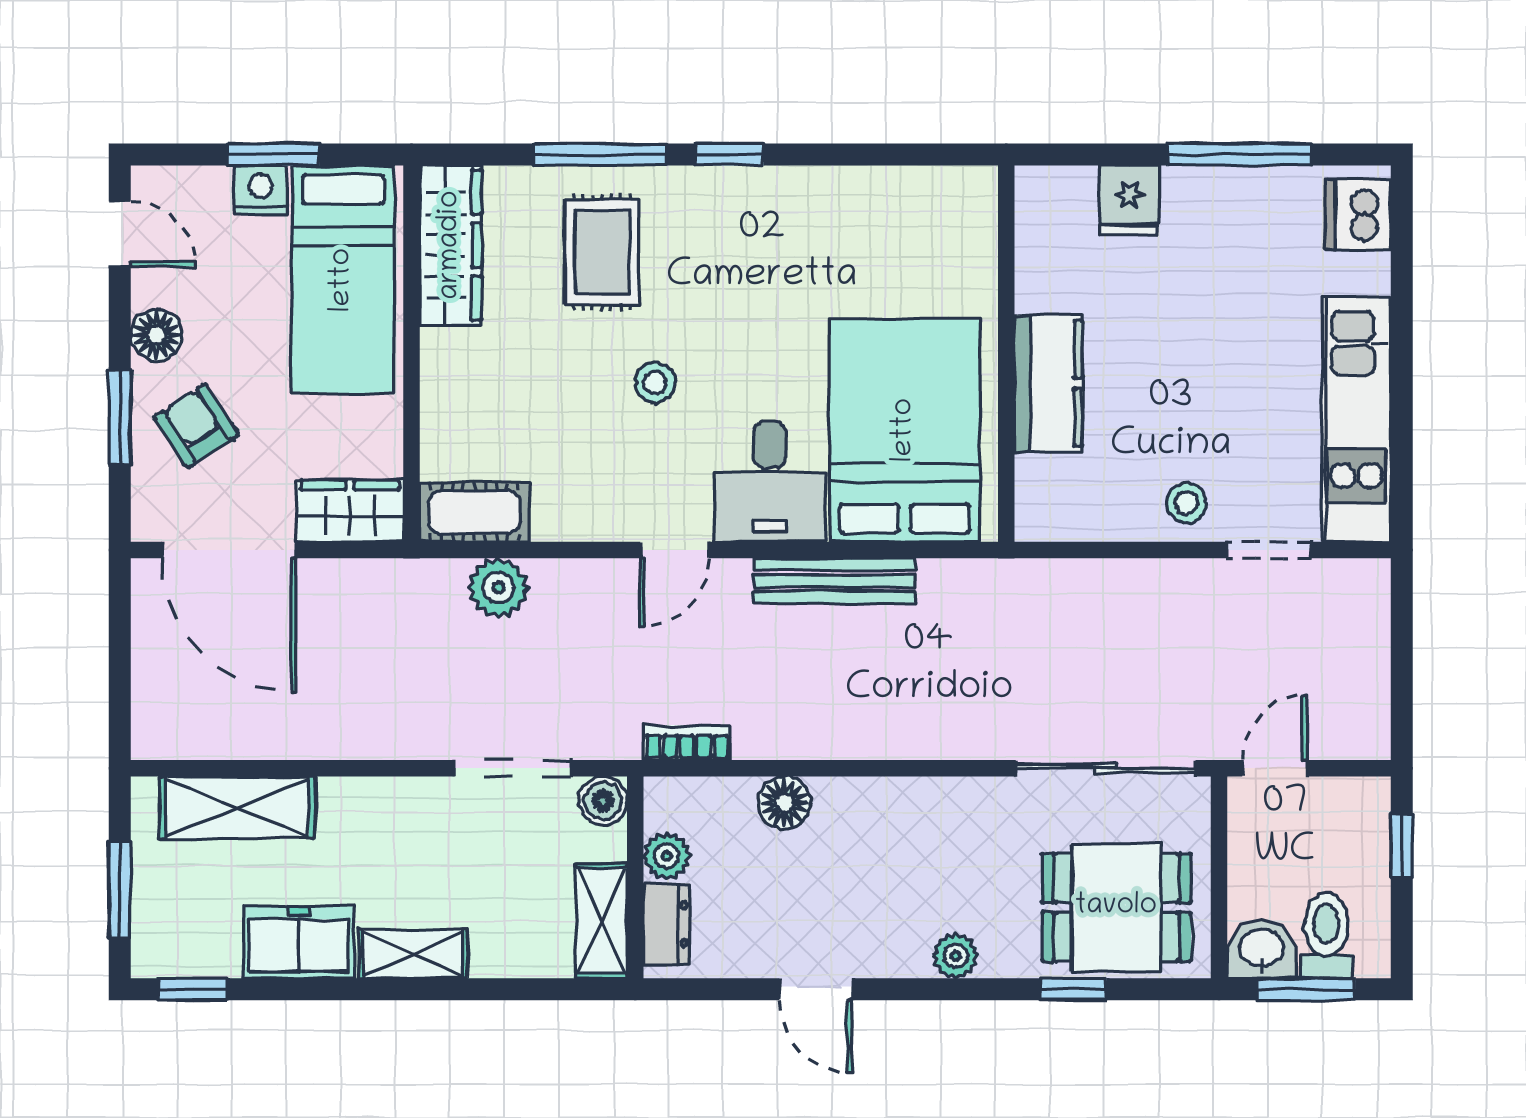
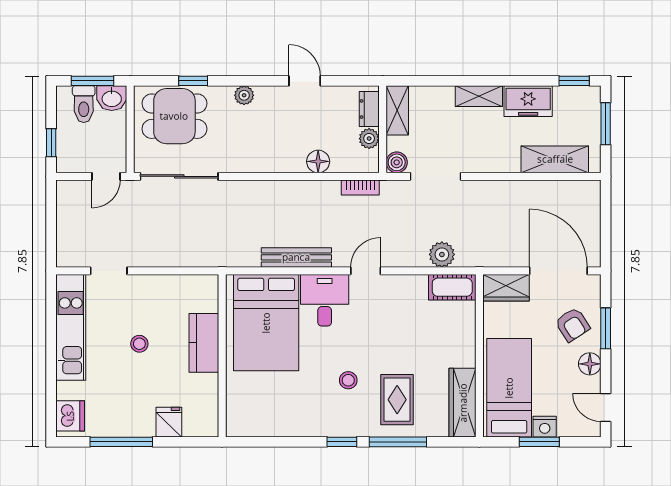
stool: (655, 383) -> (348, 380), moved
stool: (1186, 503) -> (139, 344), moved

